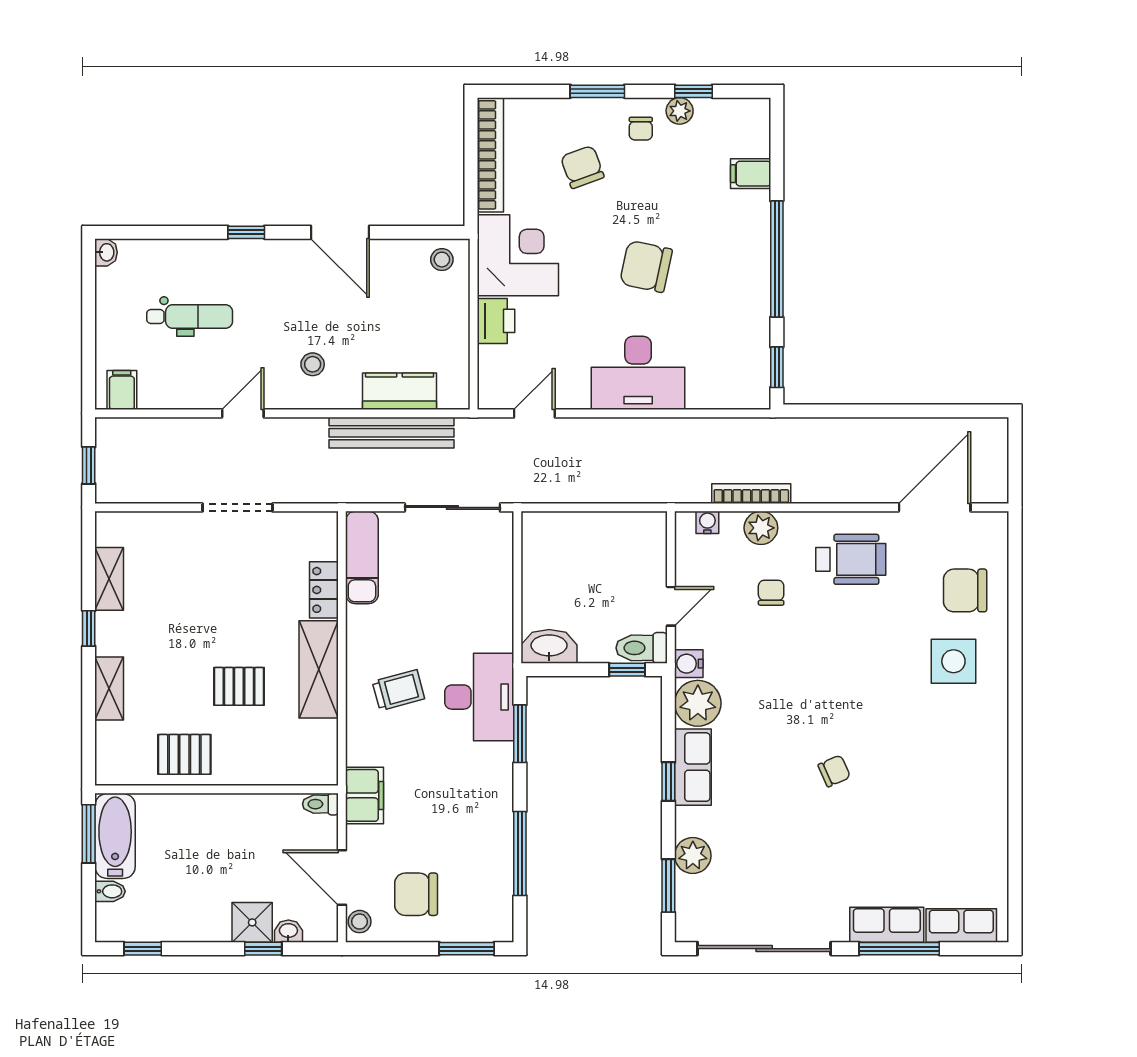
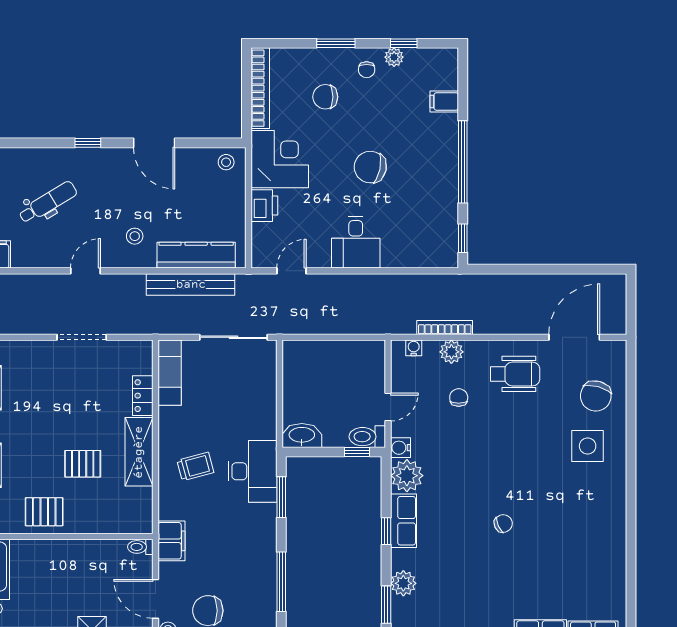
chair: (582, 167) -> (325, 97), turned -70
dental chair: (190, 317) -> (48, 202), turned -31
desk: (638, 373) -> (356, 242), width x0.73
kitchen counter: (399, 391) -> (196, 255), width x1.50
chair: (965, 590) -> (596, 396), turned -75

